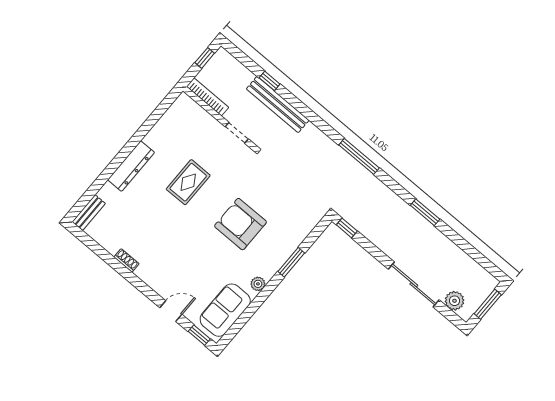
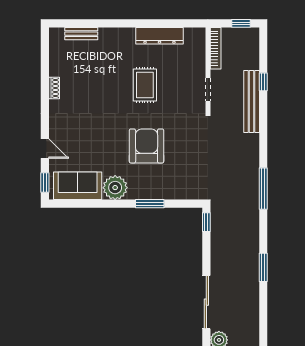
dresser: (131, 166) -> (159, 36), moved
rug: (188, 182) -> (145, 85), turned 90
bench: (89, 213) -> (81, 34), moved
plant: (258, 284) -> (115, 188), width x1.87, depth x1.87

